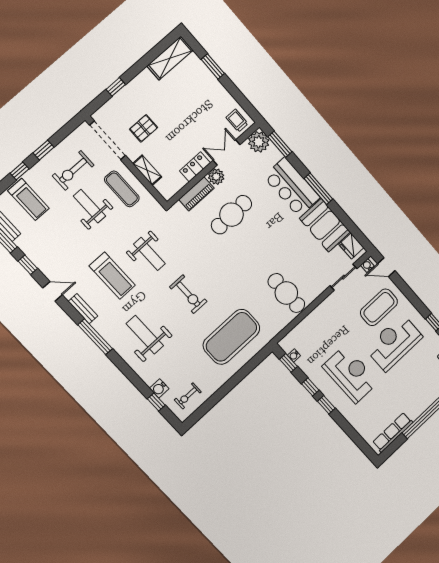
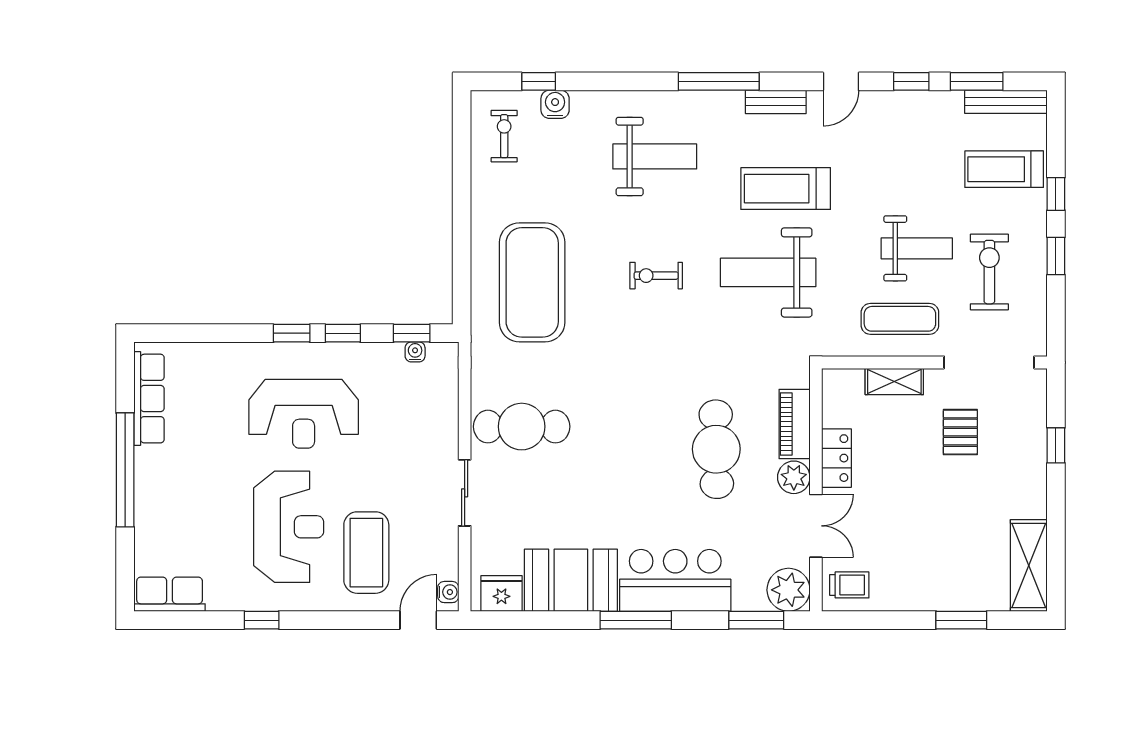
weight bench: (149, 254) -> (768, 272), width x1.36, depth x1.33
sliding door: (344, 277) -> (465, 493), moved
exercise bike: (188, 294) -> (656, 276), width x0.73, depth x0.72

